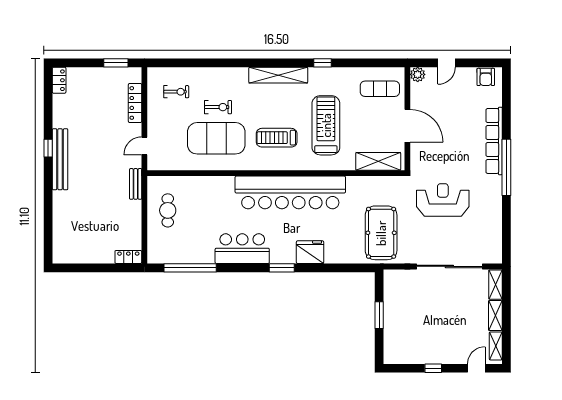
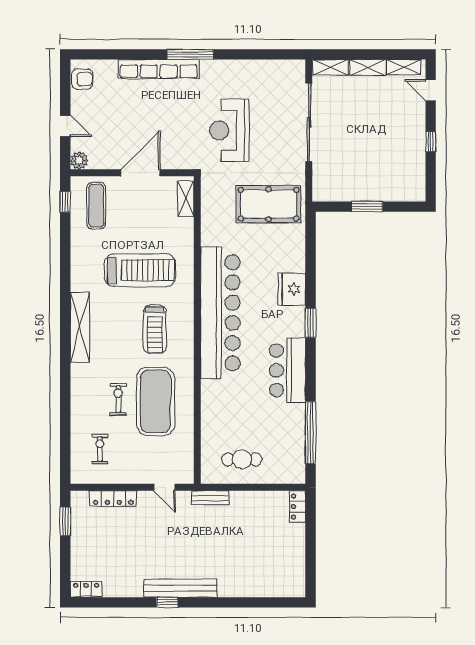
window: (322, 63) -> (65, 202), moved
treadmill: (326, 125) -> (140, 270), turned 180
shelving: (378, 161) -> (186, 199), width x0.67, depth x0.75
window: (506, 167) -> (190, 54), width x0.68

